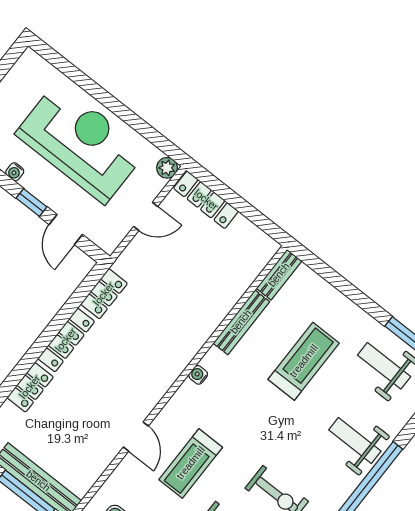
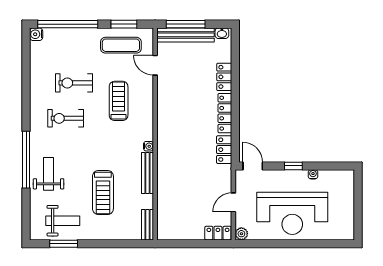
locker: (206, 200) -> (218, 233), width x0.66
door: (66, 229) -> (253, 166), moved
bench: (241, 322) -> (147, 173), moved
door: (136, 437) -> (155, 65), moved
weight bench: (355, 440) -> (49, 174), turned -90

